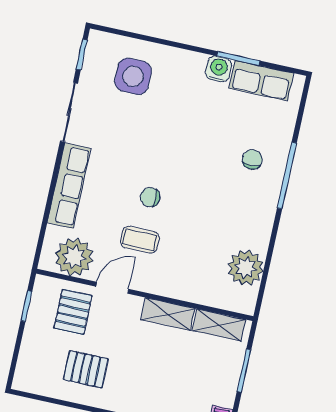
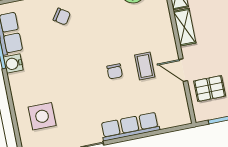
chair: (252, 159) -> (62, 17), turned -146
plant: (74, 257) -> (174, 103), removed

